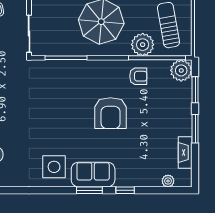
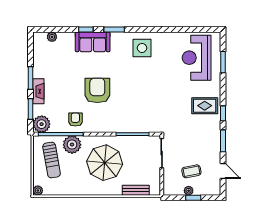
armchair: (138, 76) -> (75, 120), turned 90
fireplace: (185, 153) -> (38, 91), moved
sofa: (93, 175) -> (93, 42), moved

